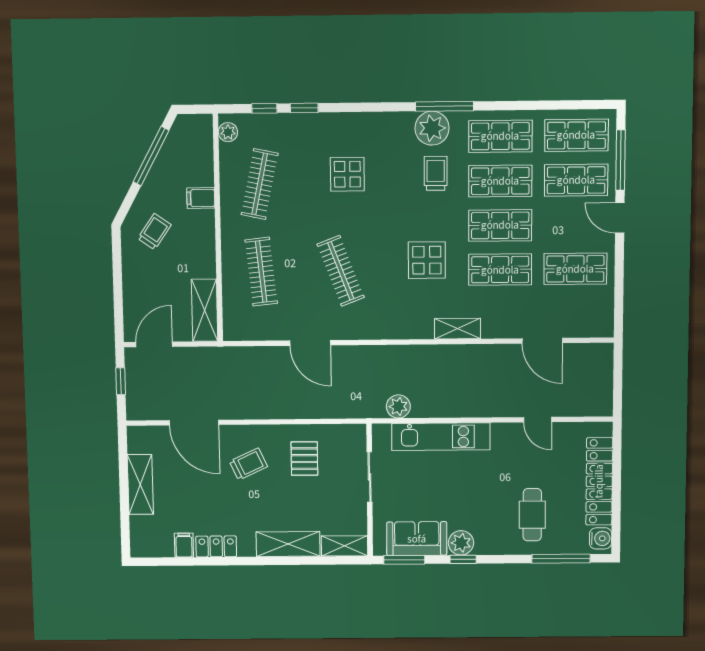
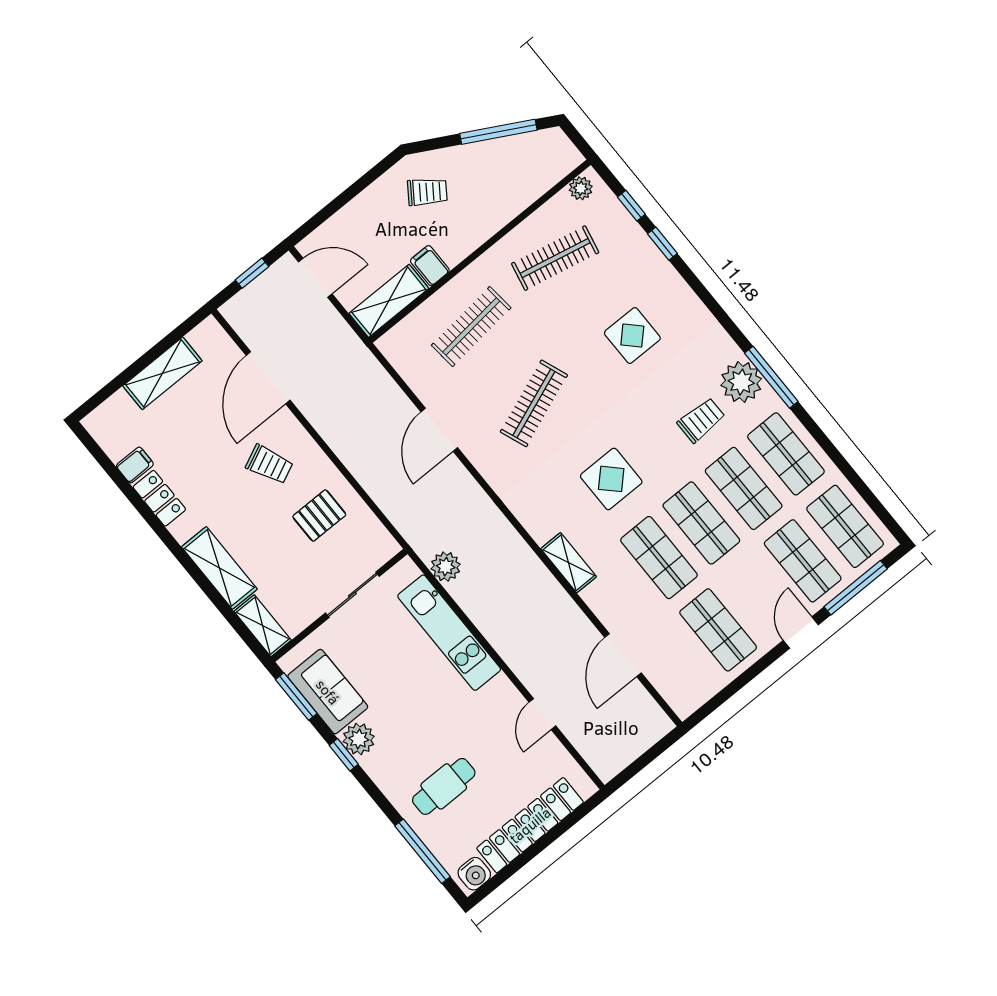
filing cabinet: (201, 198) -> (430, 266), moved

